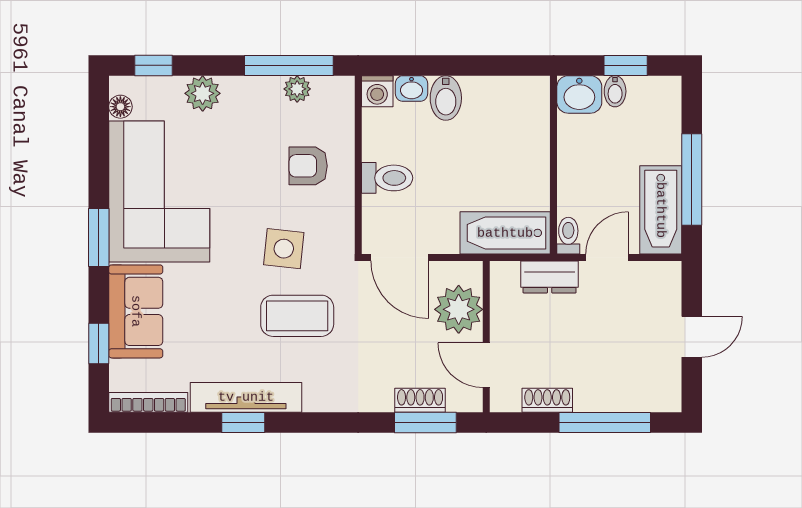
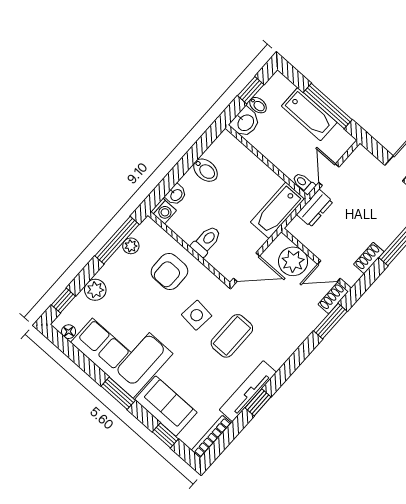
bidet: (446, 98) -> (206, 170), moved
armchair: (308, 166) -> (169, 271), width x1.38, depth x1.38
bathtub: (661, 210) -> (309, 114), moved
shoe rack: (420, 400) -> (333, 298), moved

